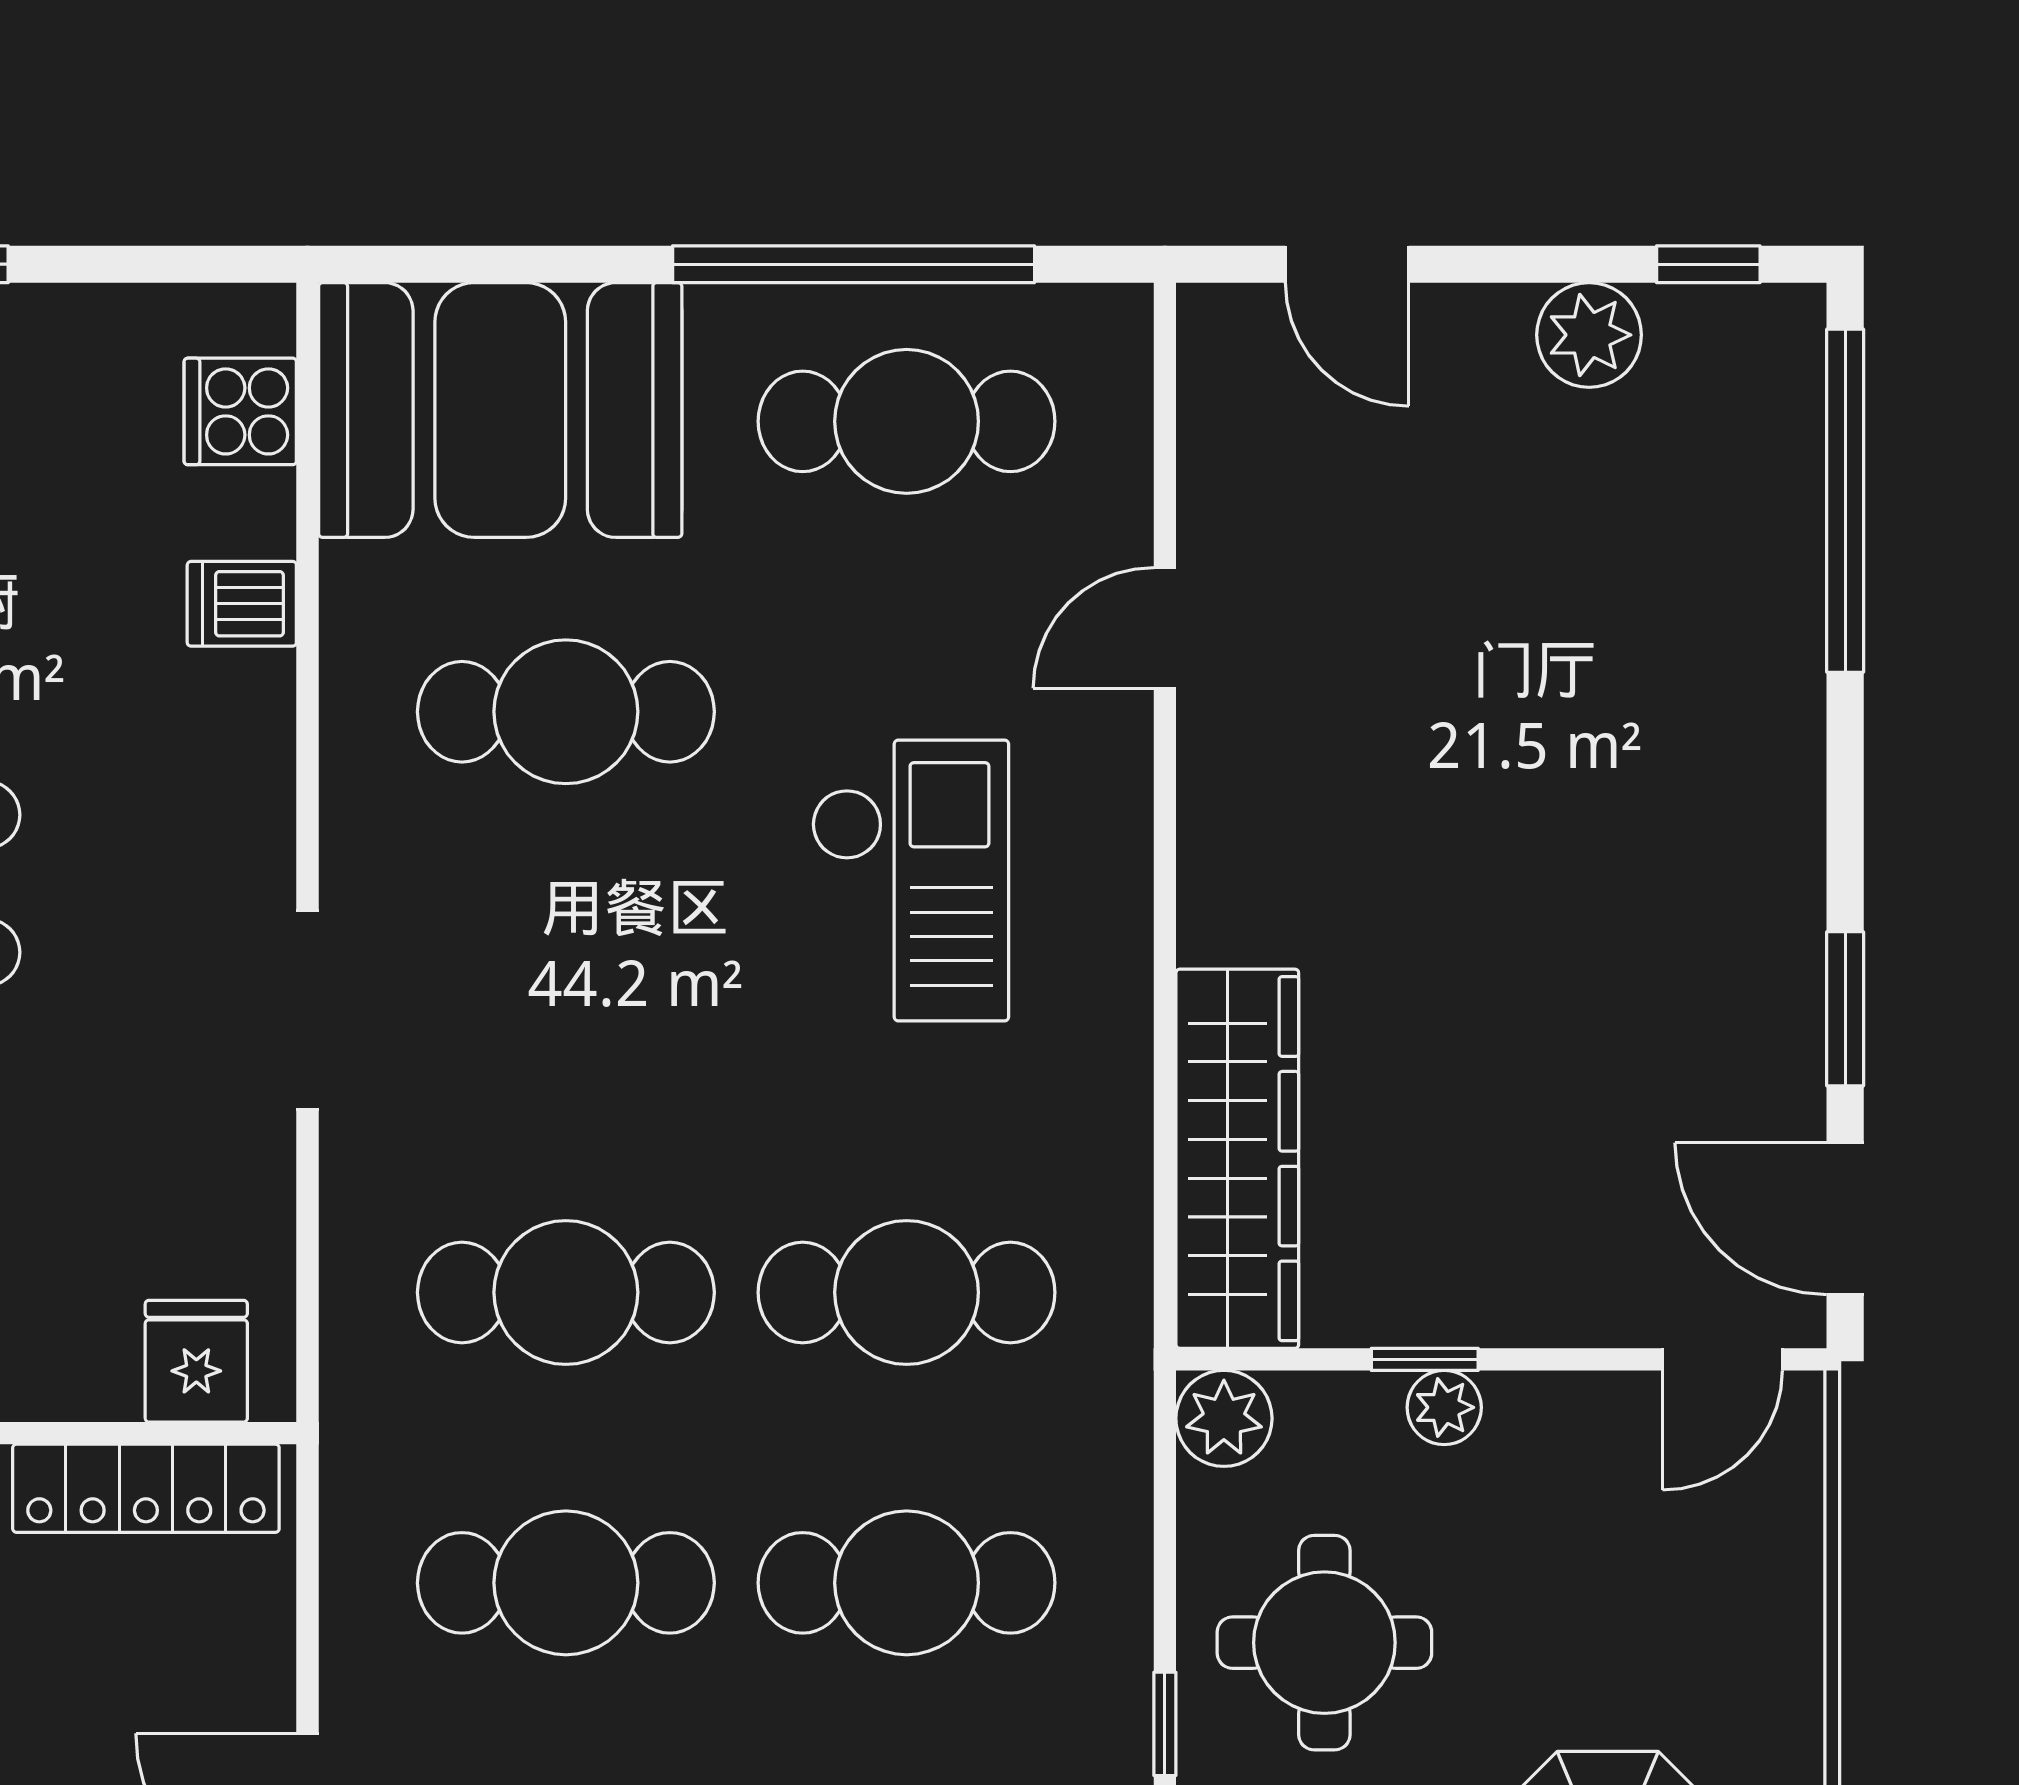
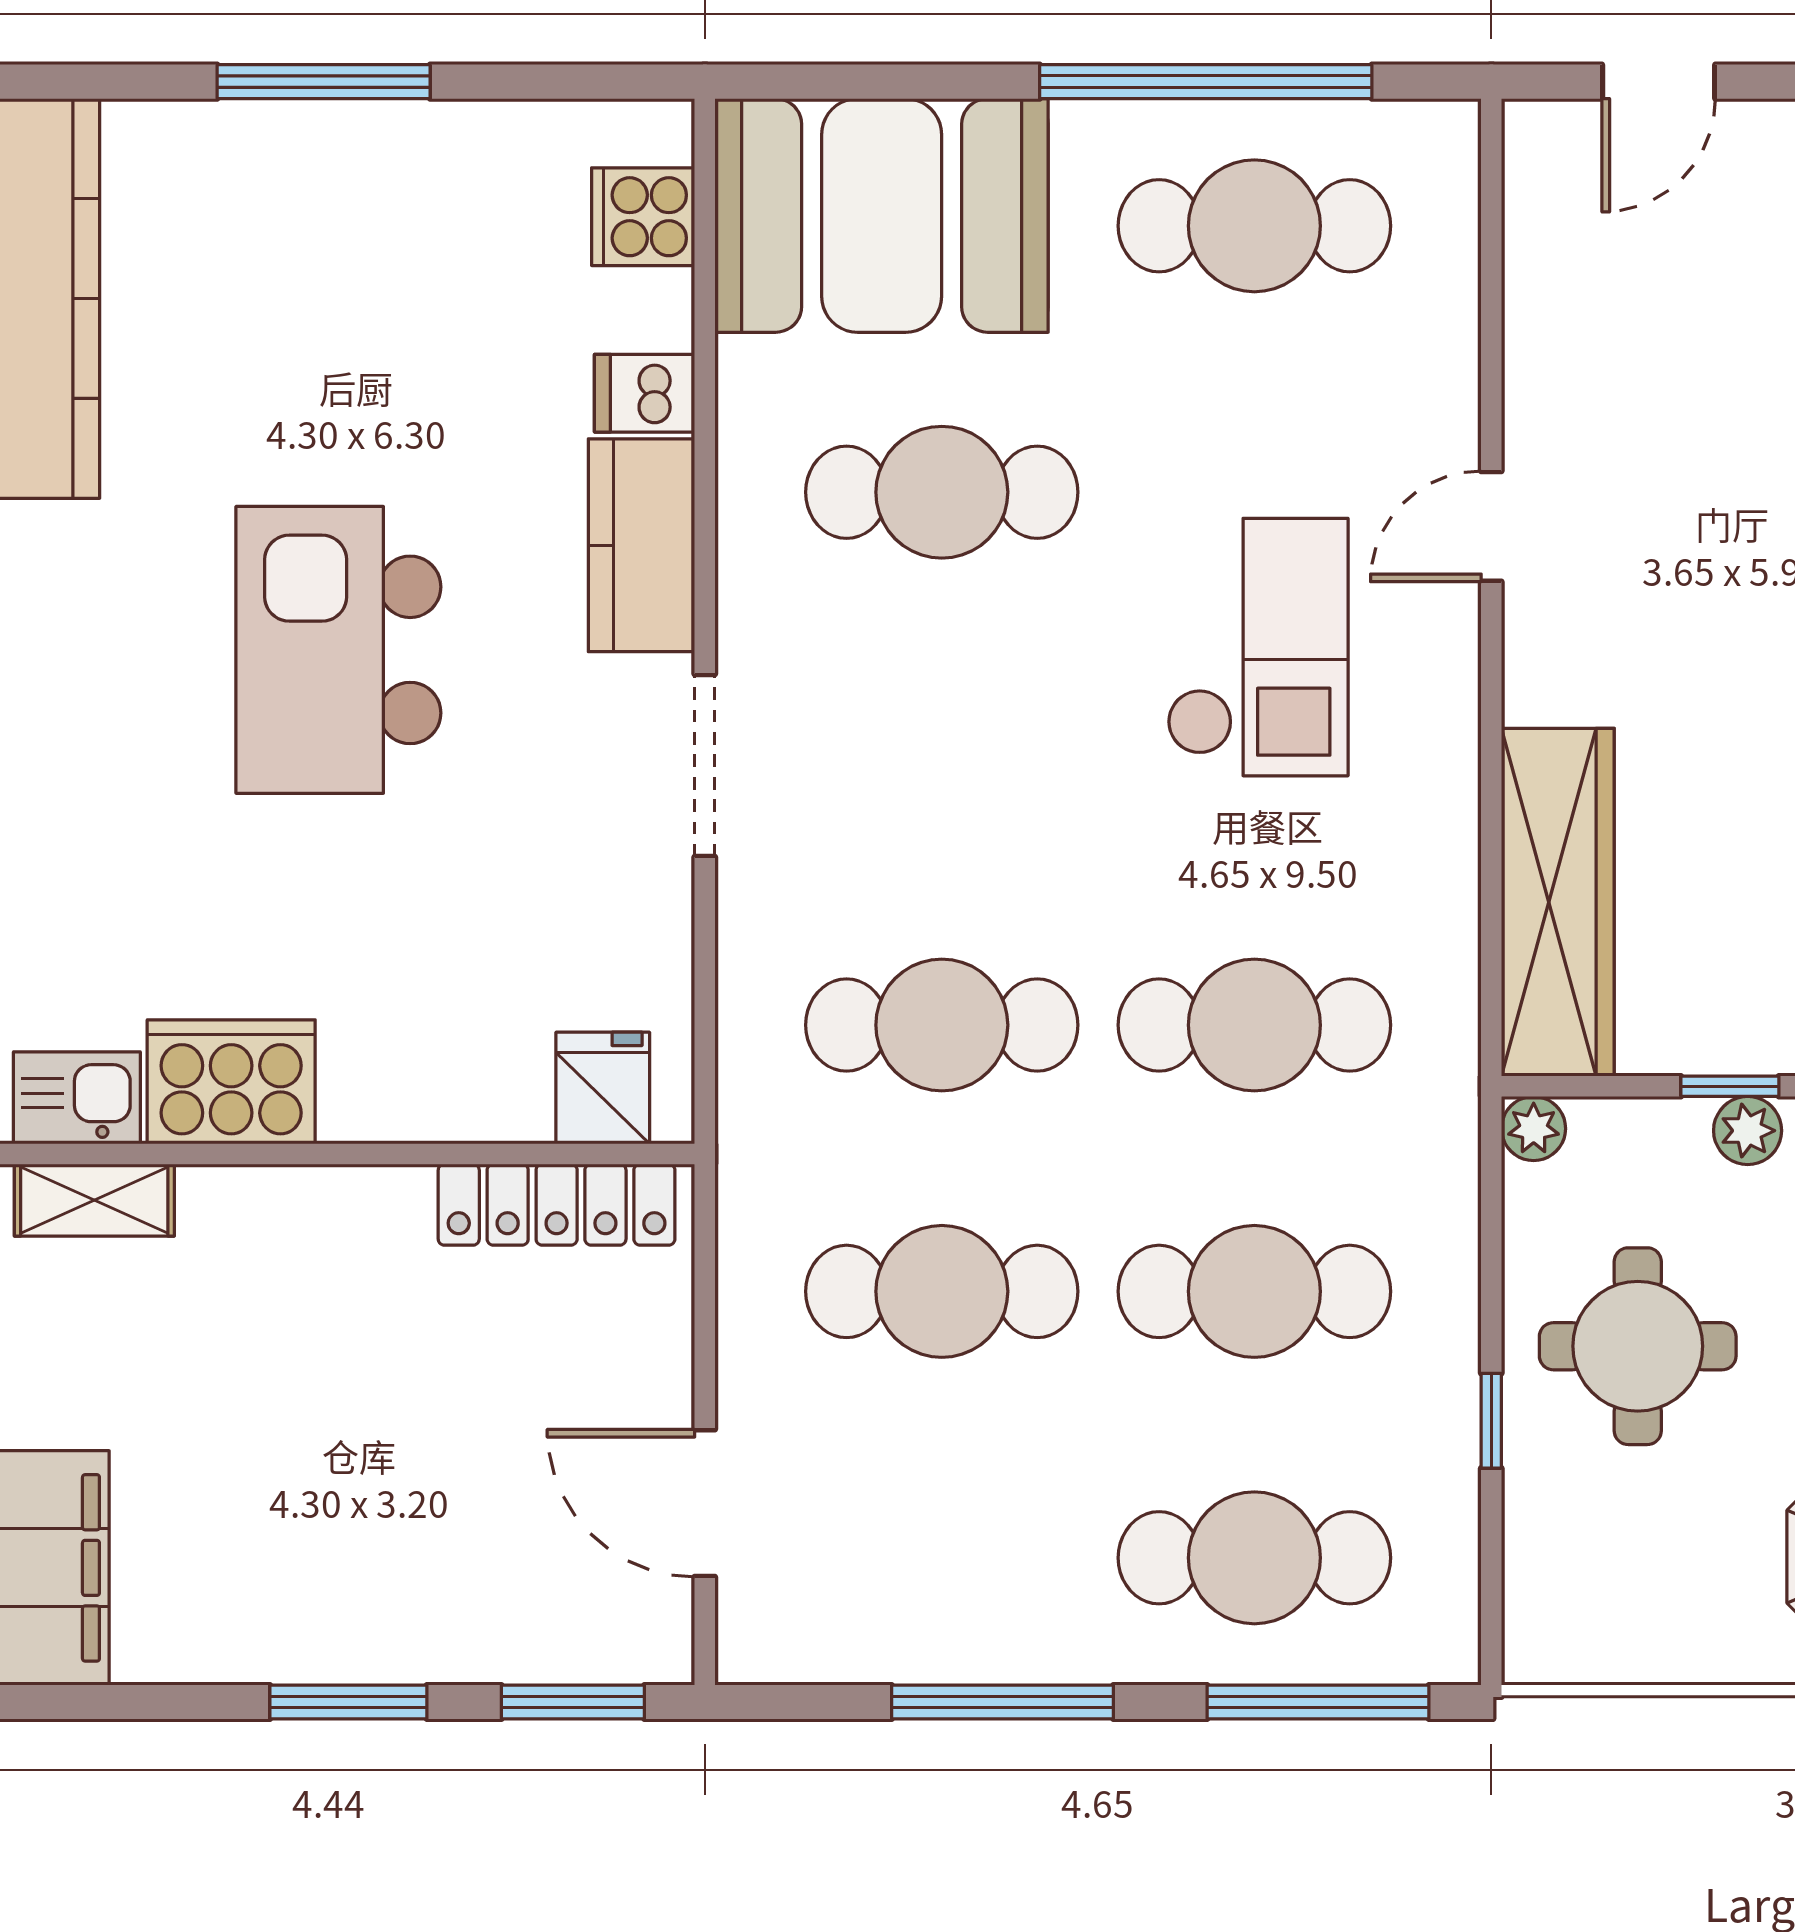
door: (1347, 264) -> (1659, 82), hinge flipped
door: (1165, 628) -> (1491, 526), moved
kitchen counter: (238, 770) -> (641, 545), added
plant: (1224, 1418) -> (1534, 1129), width x0.73, depth x0.73

